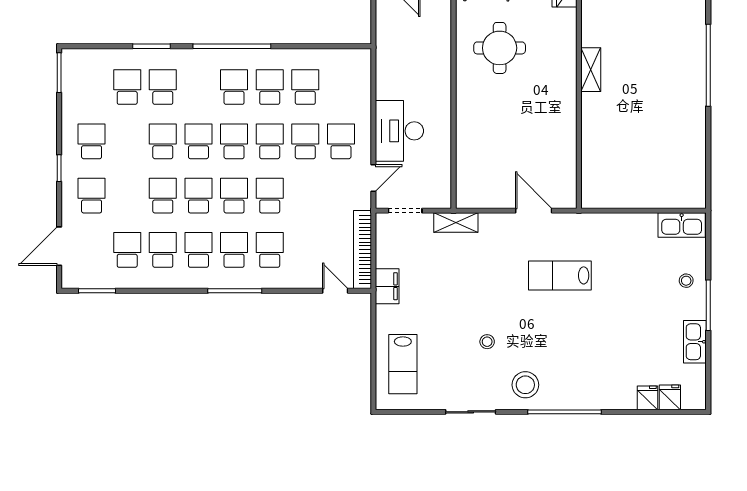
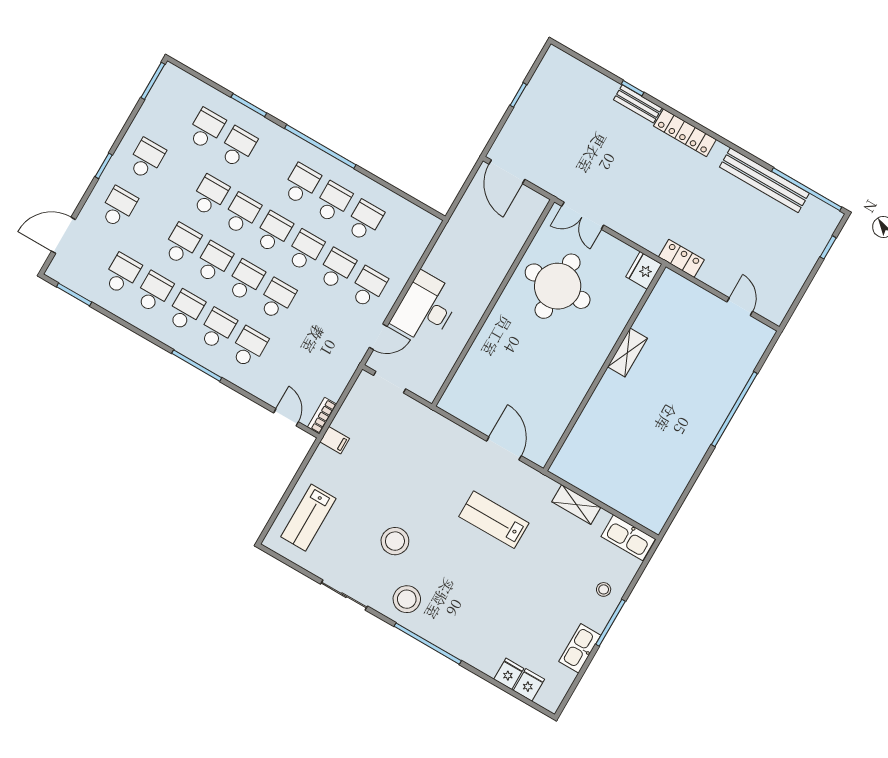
round table: (500, 48) -> (558, 286), width x1.36, depth x1.36
shelving: (456, 223) -> (576, 505), moved
bookcase: (362, 250) -> (322, 416), width x0.43, depth x0.76
filing cabinet: (387, 286) -> (335, 440), width x0.50
stool: (487, 342) -> (395, 541), width x1.89, depth x1.89

